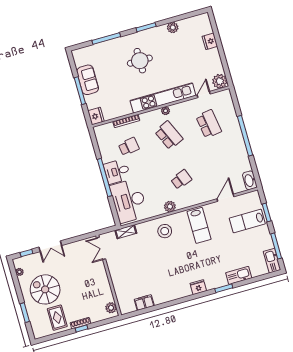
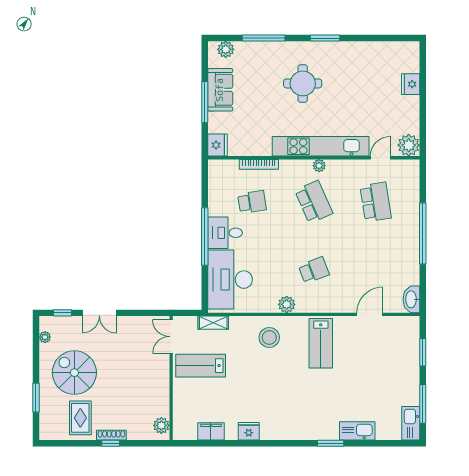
plant: (173, 28) -> (226, 49), moved
lab bench: (247, 221) -> (201, 366), moved
fridge: (198, 287) -> (249, 431), moved

